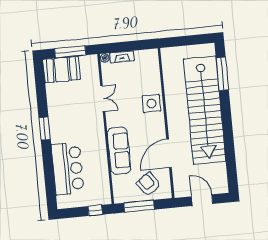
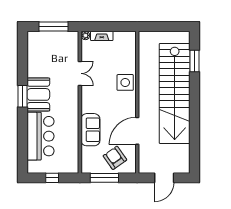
booth: (62, 69) -> (38, 94), moved, turned 90
window: (222, 74) -> (195, 61), width x0.69
sofa: (119, 151) -> (90, 130), width x0.73
door: (202, 200) -> (164, 178), swing flipped
window: (95, 210) -> (52, 178), moved

